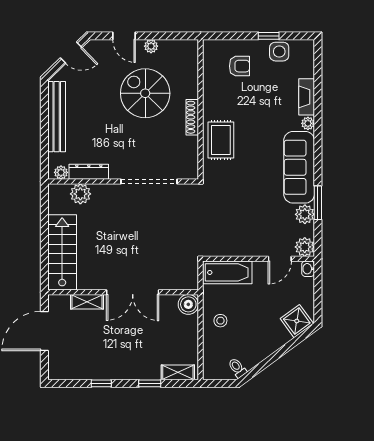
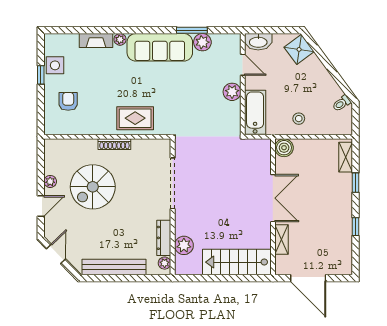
plant: (305, 247) -> (232, 92), moved
washbasin: (308, 269) -> (258, 42), width x1.91, depth x1.45

